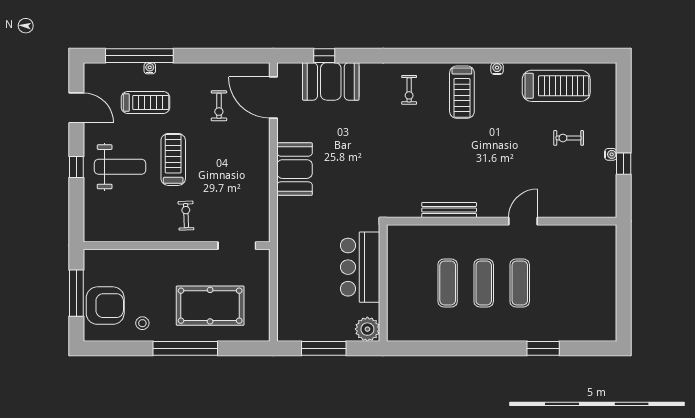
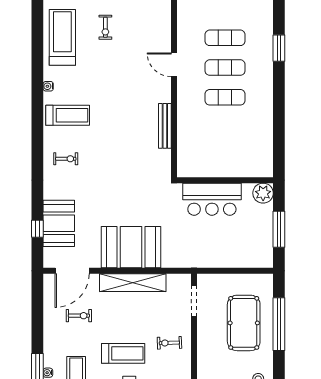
treadmill: (173, 159) -> (123, 353), turned 180
booth: (295, 169) -> (131, 247), width x1.36, depth x1.42
shelving: (259, 171) -> (133, 283), added
exercise mat: (448, 283) -> (225, 38), moved
window: (185, 348) -> (279, 324), moved

